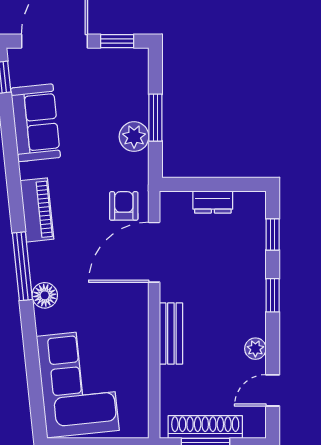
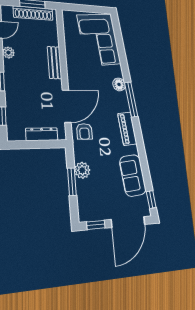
dresser: (213, 202) -> (42, 134), width x1.44

